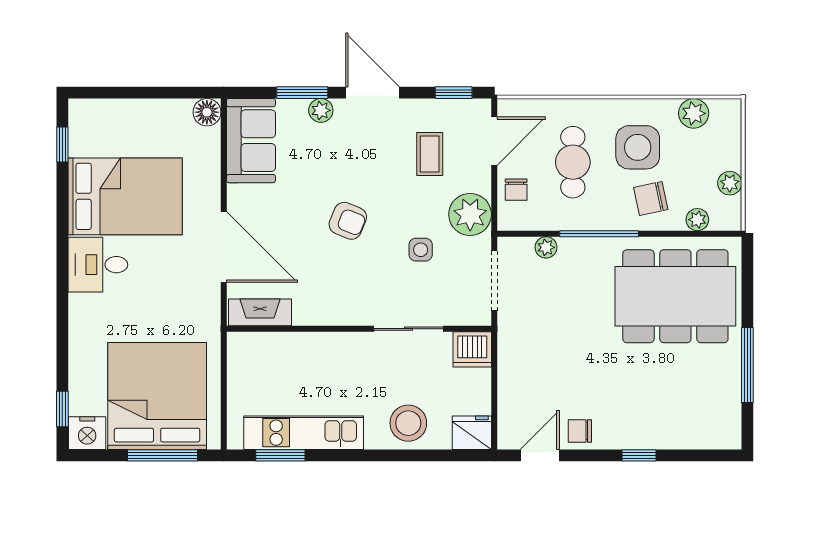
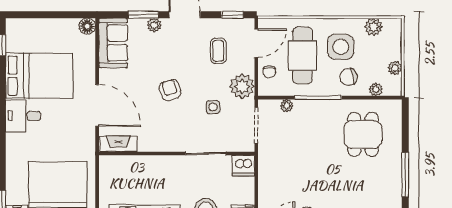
cafe table: (573, 162) -> (303, 56), width x1.37, depth x1.35
armchair: (348, 221) -> (170, 90), turned -129
dining table: (675, 296) -> (363, 134), width x0.53, depth x0.80

